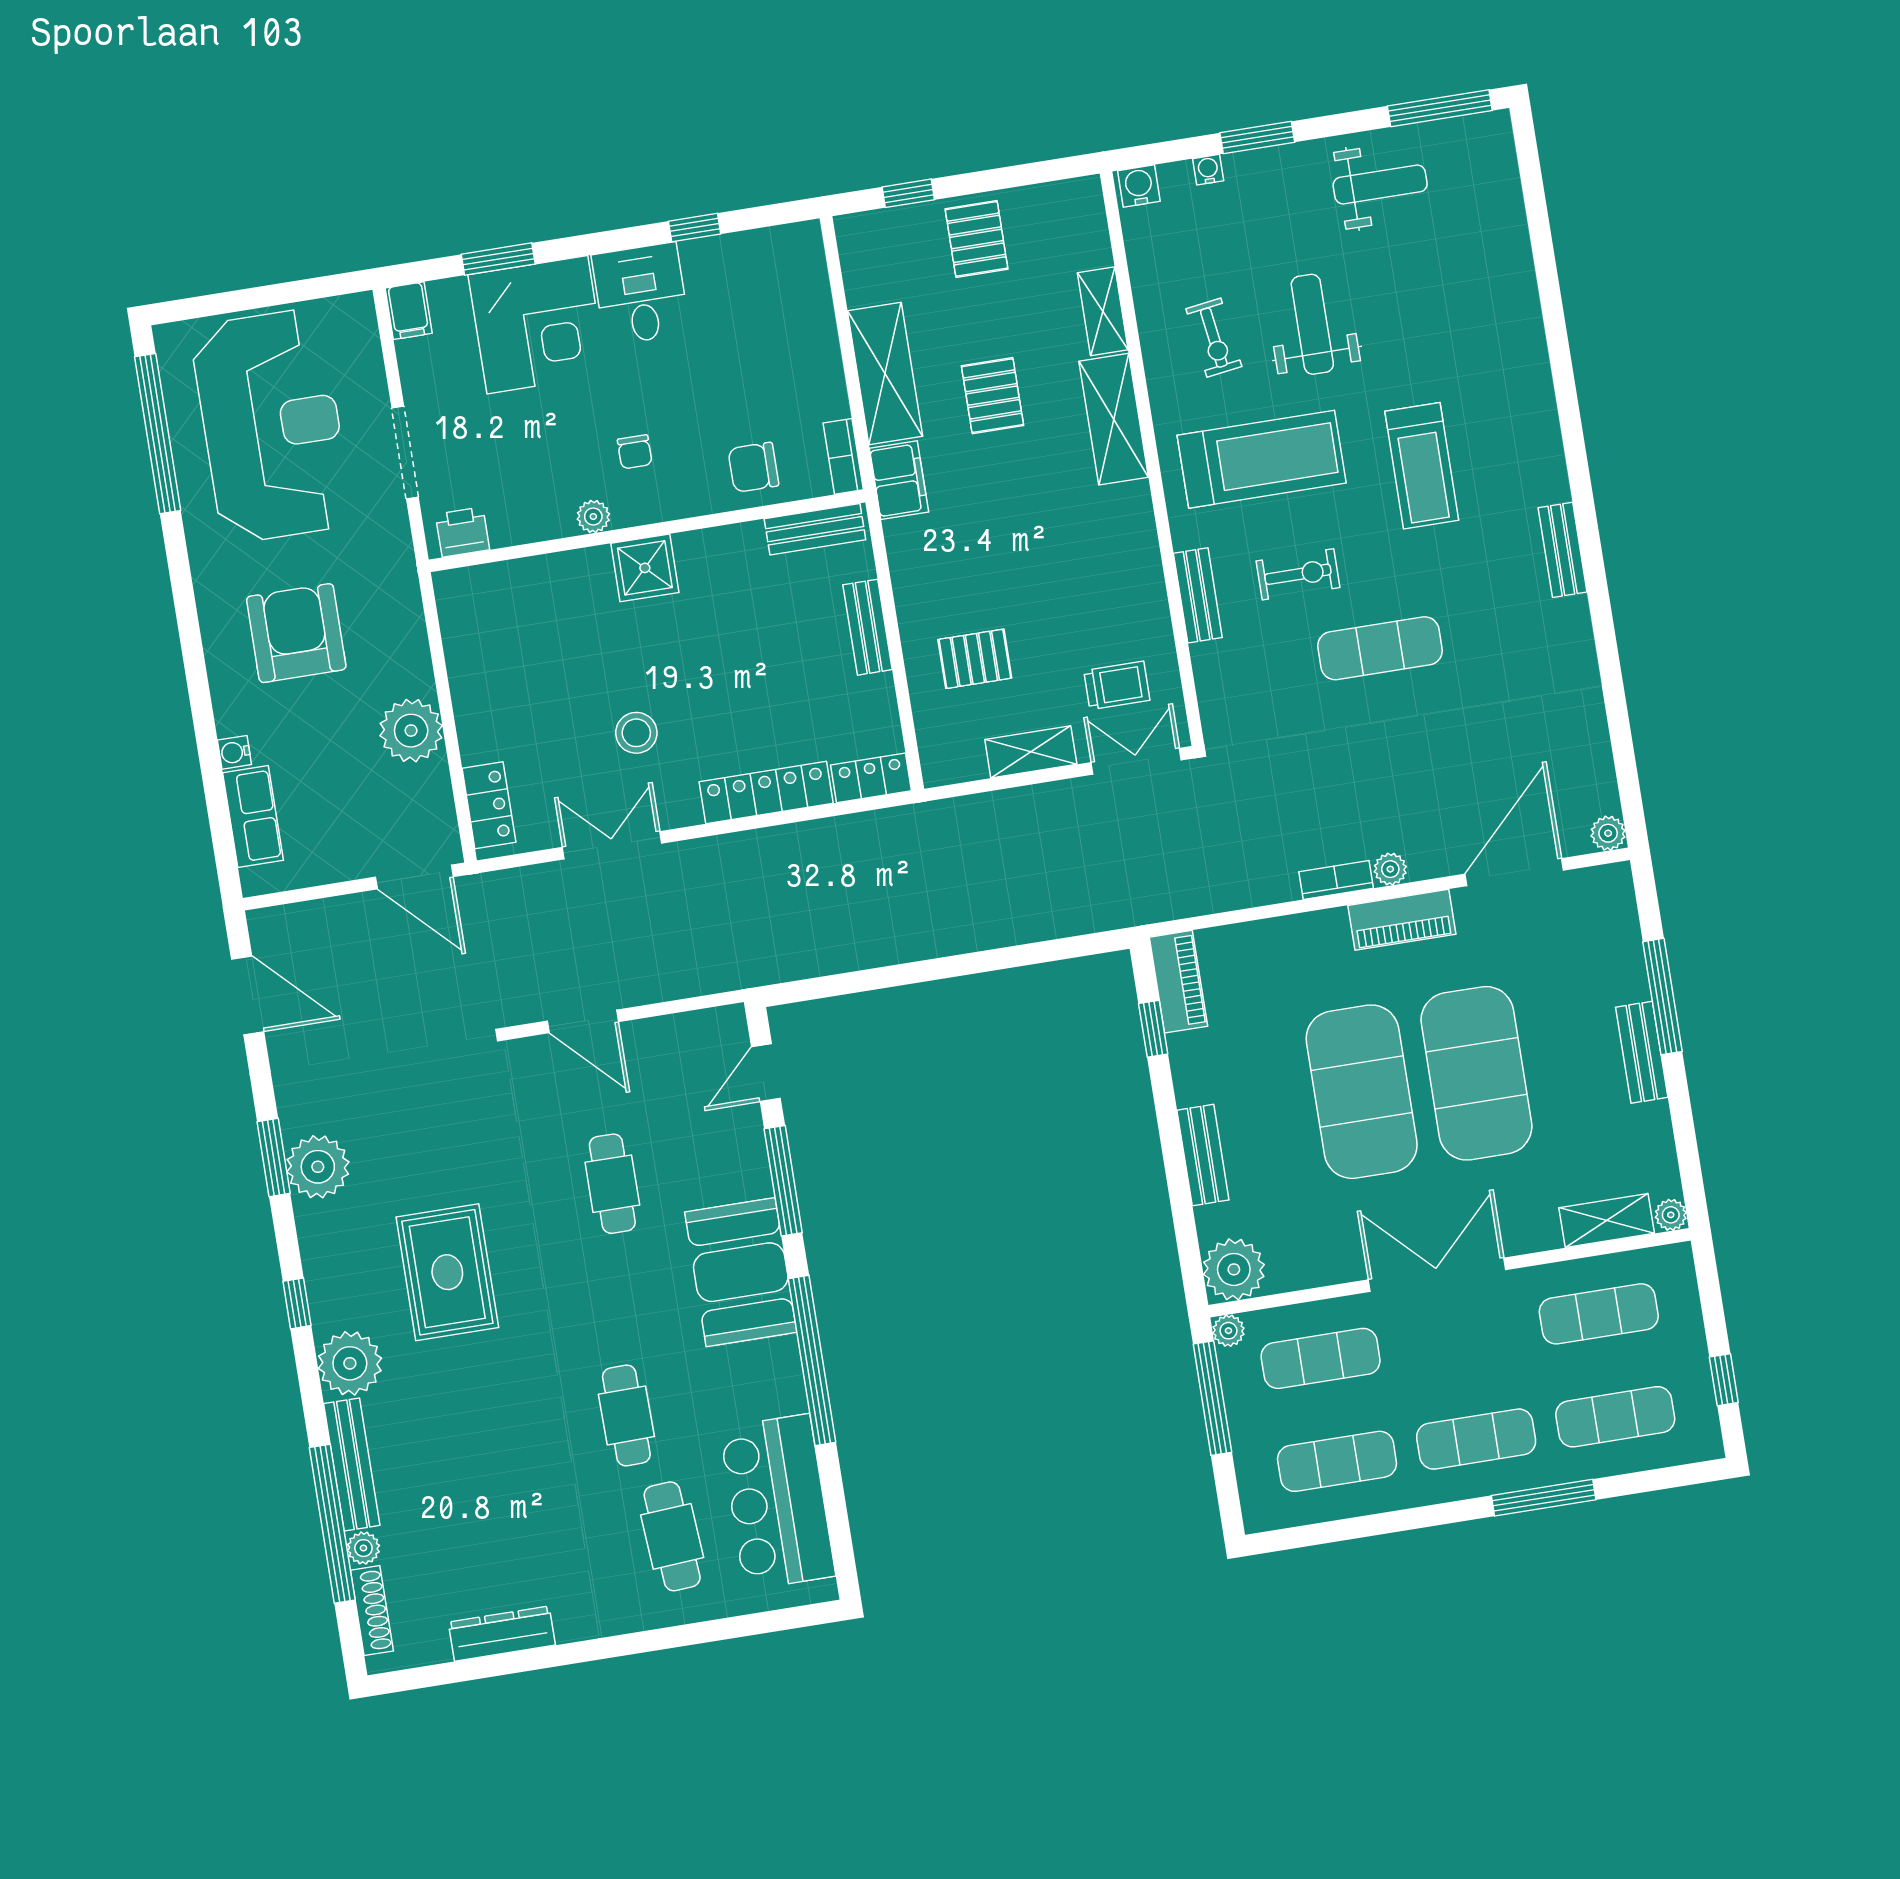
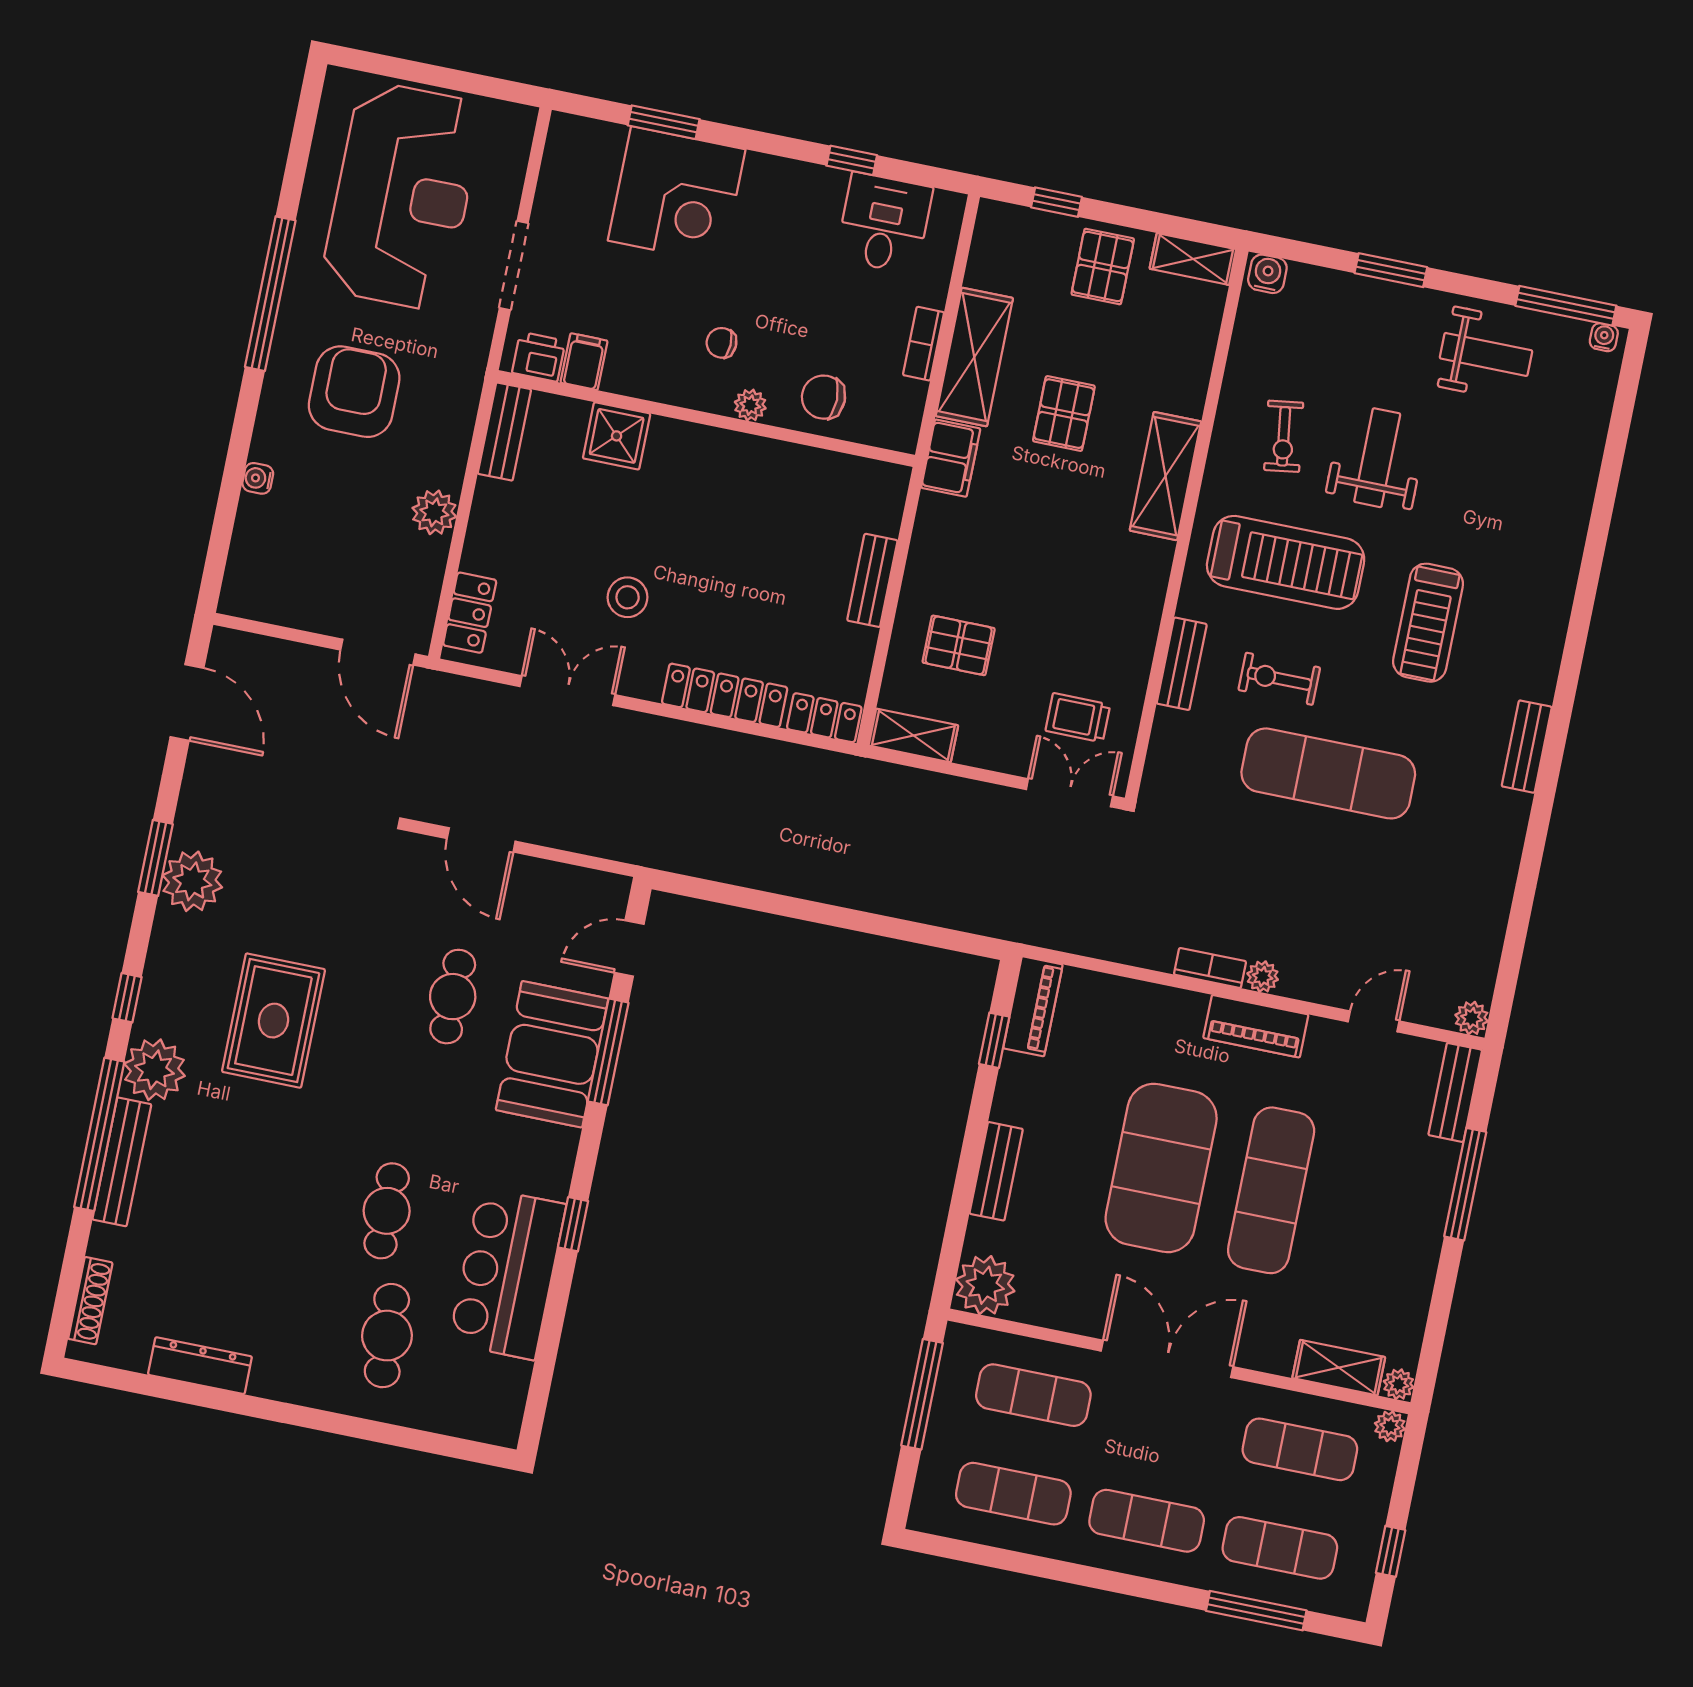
water cooler: (1208, 170) -> (1604, 337), moved
desk: (641, 294) -> (884, 223), moved
filing cabinet: (409, 311) -> (584, 362), moved, turned 180
shelving: (1103, 311) -> (1193, 259), moved, turned 90
window: (158, 434) -> (270, 294), moved
chair: (635, 452) -> (722, 343), turned 92
bookcase: (843, 456) -> (923, 344), moved
plant: (593, 517) -> (750, 405), moved
bench: (815, 529) -> (504, 431), moved, turned 90
shower: (645, 568) -> (617, 436), moved
exercise bike: (1298, 574) -> (1279, 679), turned 180
exercise mat: (1380, 648) -> (1328, 773), width x1.36, depth x1.45
trolley: (1117, 685) -> (1078, 718), turned 180
plant: (411, 731) -> (434, 512), width x0.73, depth x0.73
shelving: (1031, 752) -> (913, 735), moved
row of seats: (253, 817) -> (253, 543), removed
door: (1514, 872) -> (1374, 1021), width x0.53
bench: (1642, 1052) -> (1455, 1092), moved
exercise mat: (1476, 1073) -> (1271, 1190), width x0.68
booth: (741, 1272) -> (552, 1054), moved
plant: (1228, 1331) -> (1390, 1426), moved
window: (812, 1361) -> (573, 1224), width x0.32
window: (1544, 1498) -> (1256, 1611), moved
bar counter: (777, 1502) -> (507, 1274), moved
window: (332, 1524) -> (99, 1134), moved
plant: (363, 1548) -> (104, 1241), removed

